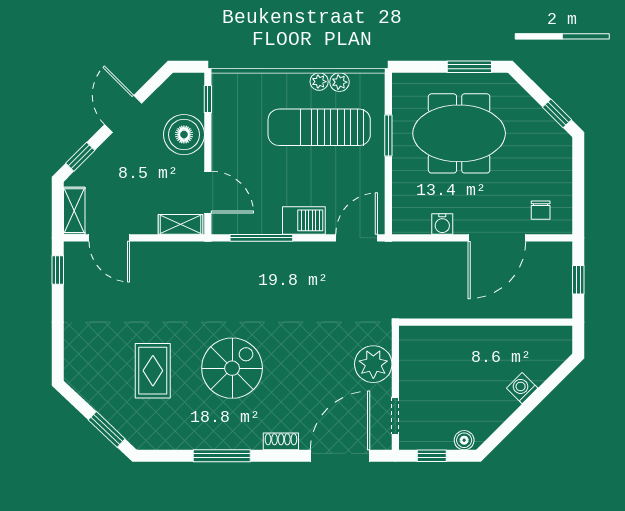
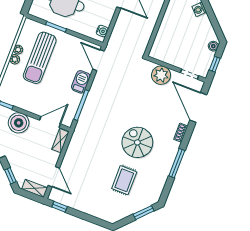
plant: (339, 82) -> (15, 59), moved
water cooler: (442, 224) -> (102, 31), moved
door: (109, 238) -> (54, 177), hinge flipped
rug: (153, 371) -> (124, 180), turned 90

